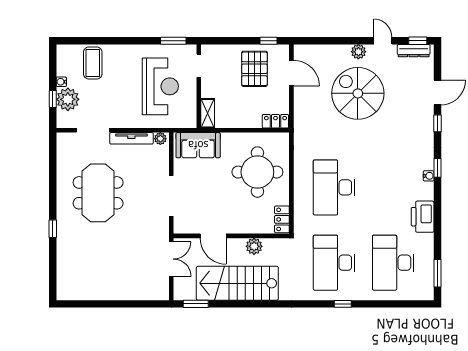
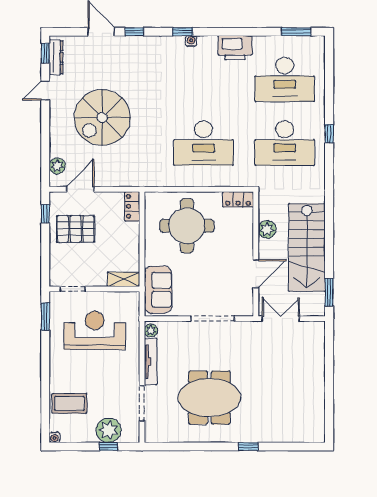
plant: (358, 52) -> (57, 166), moved
water cooler: (61, 82) -> (55, 437), moved

